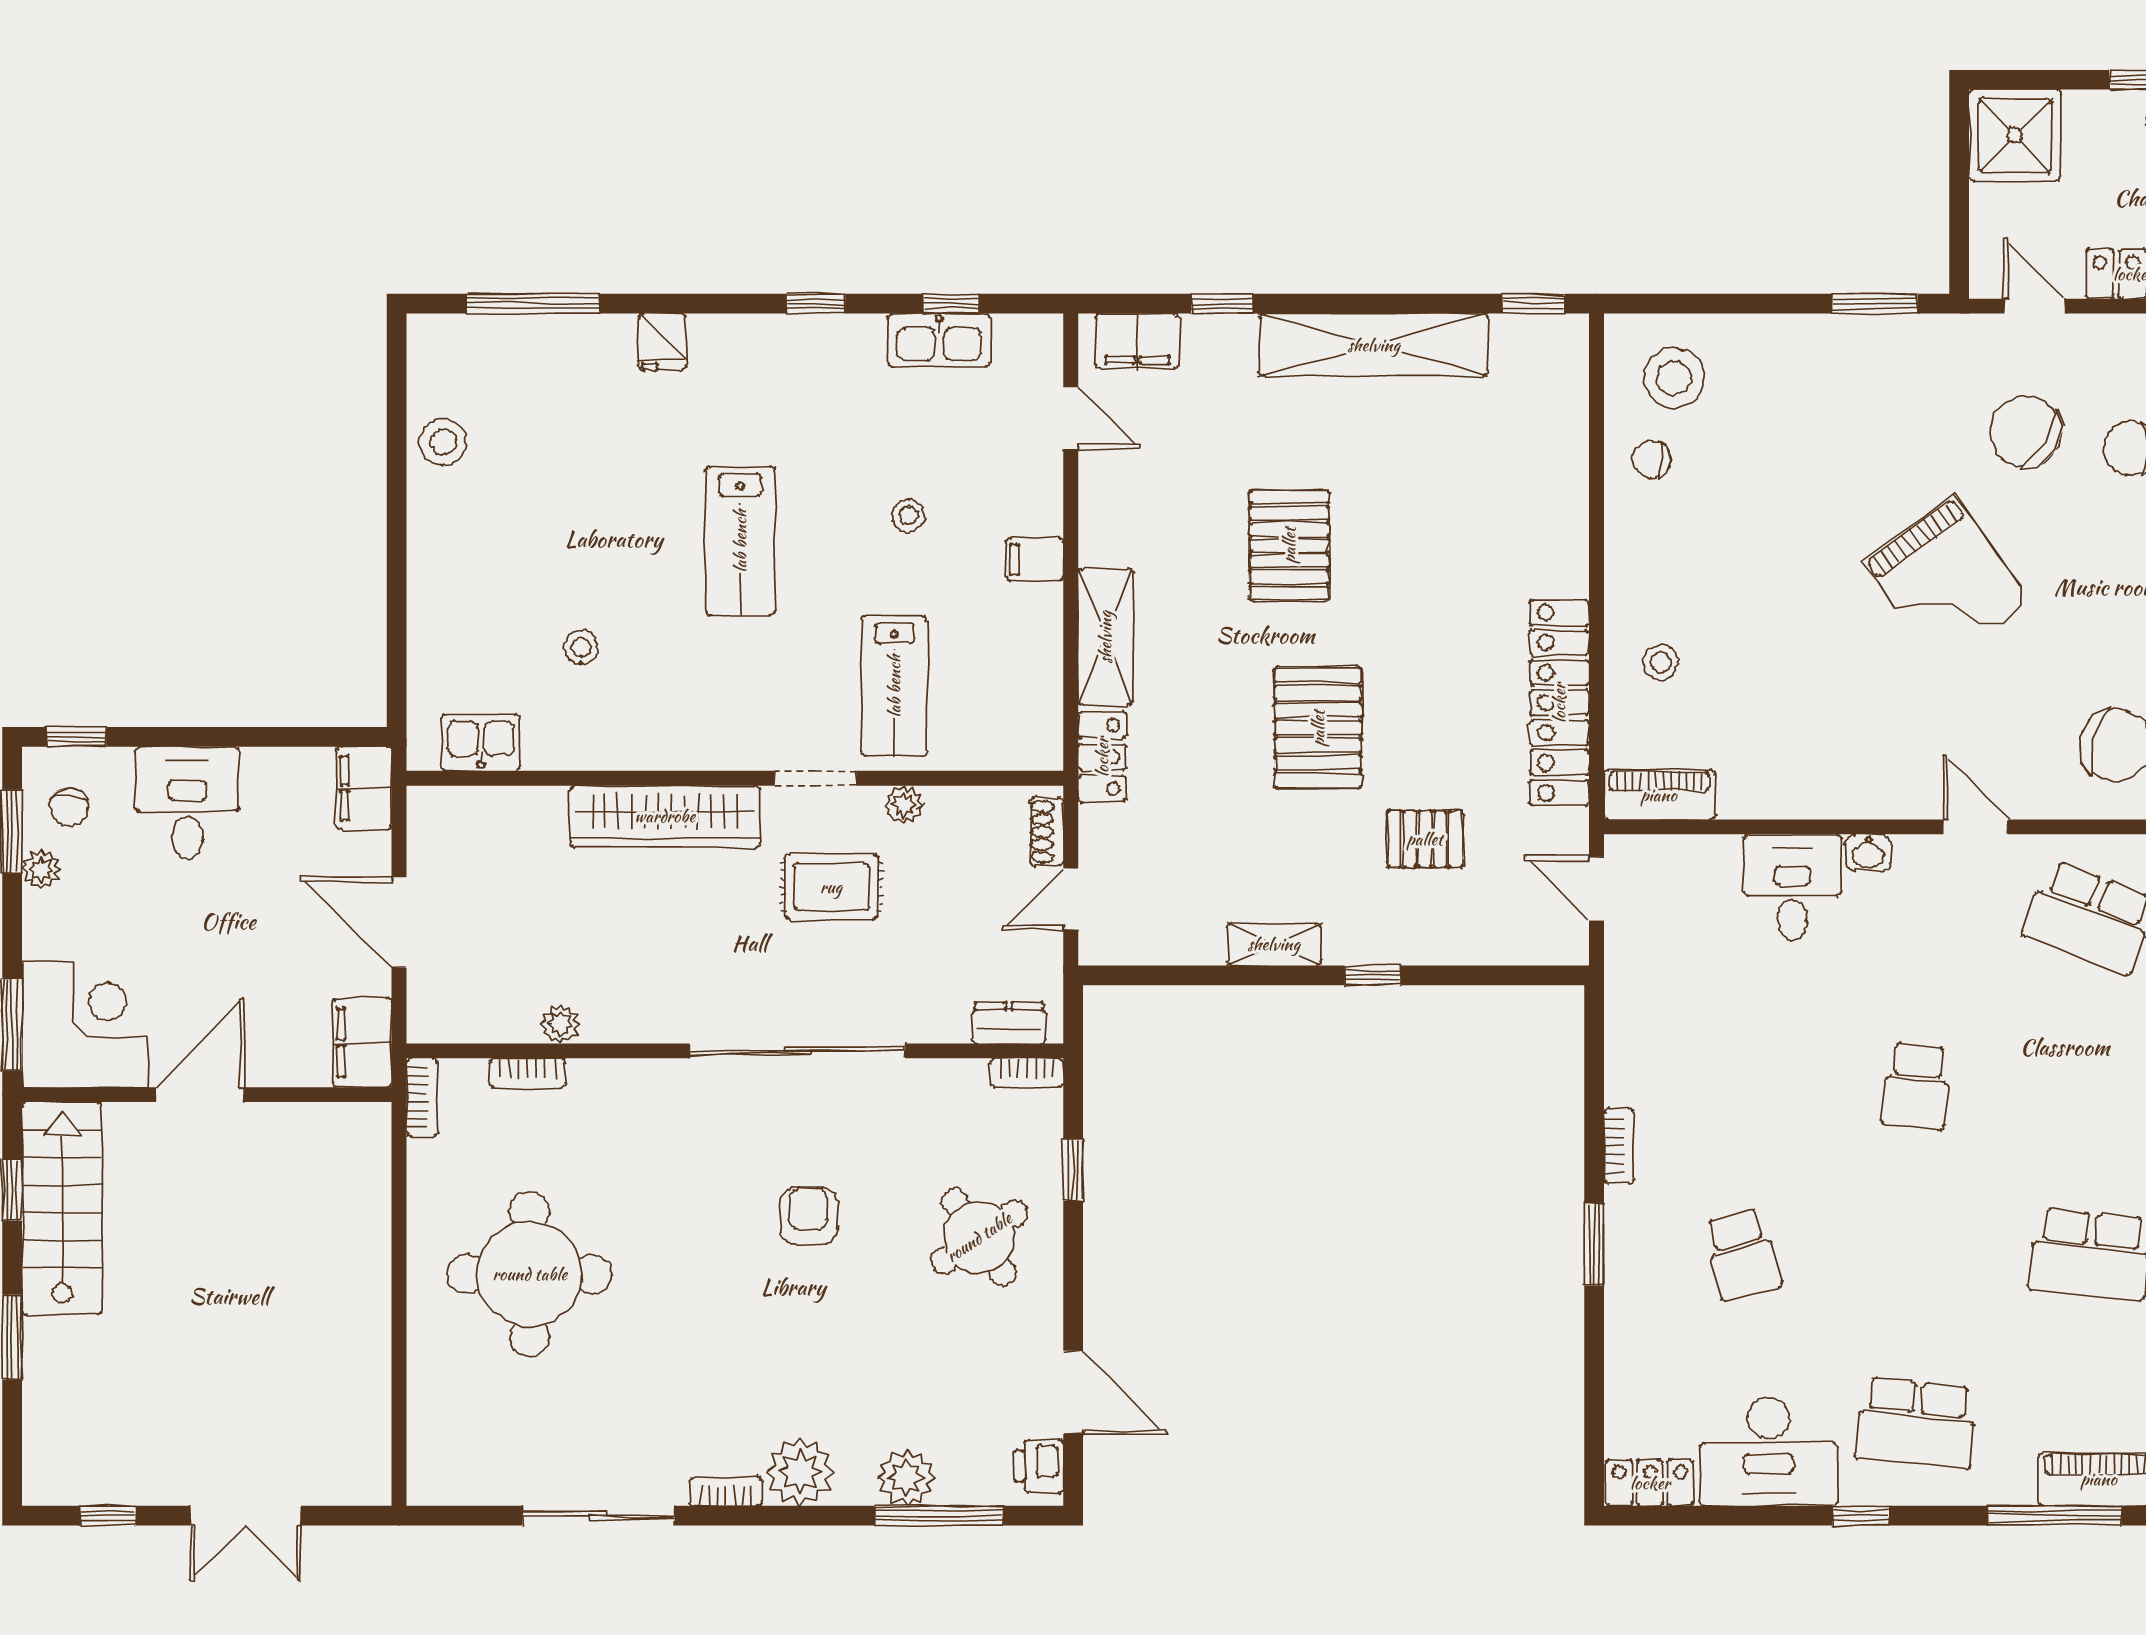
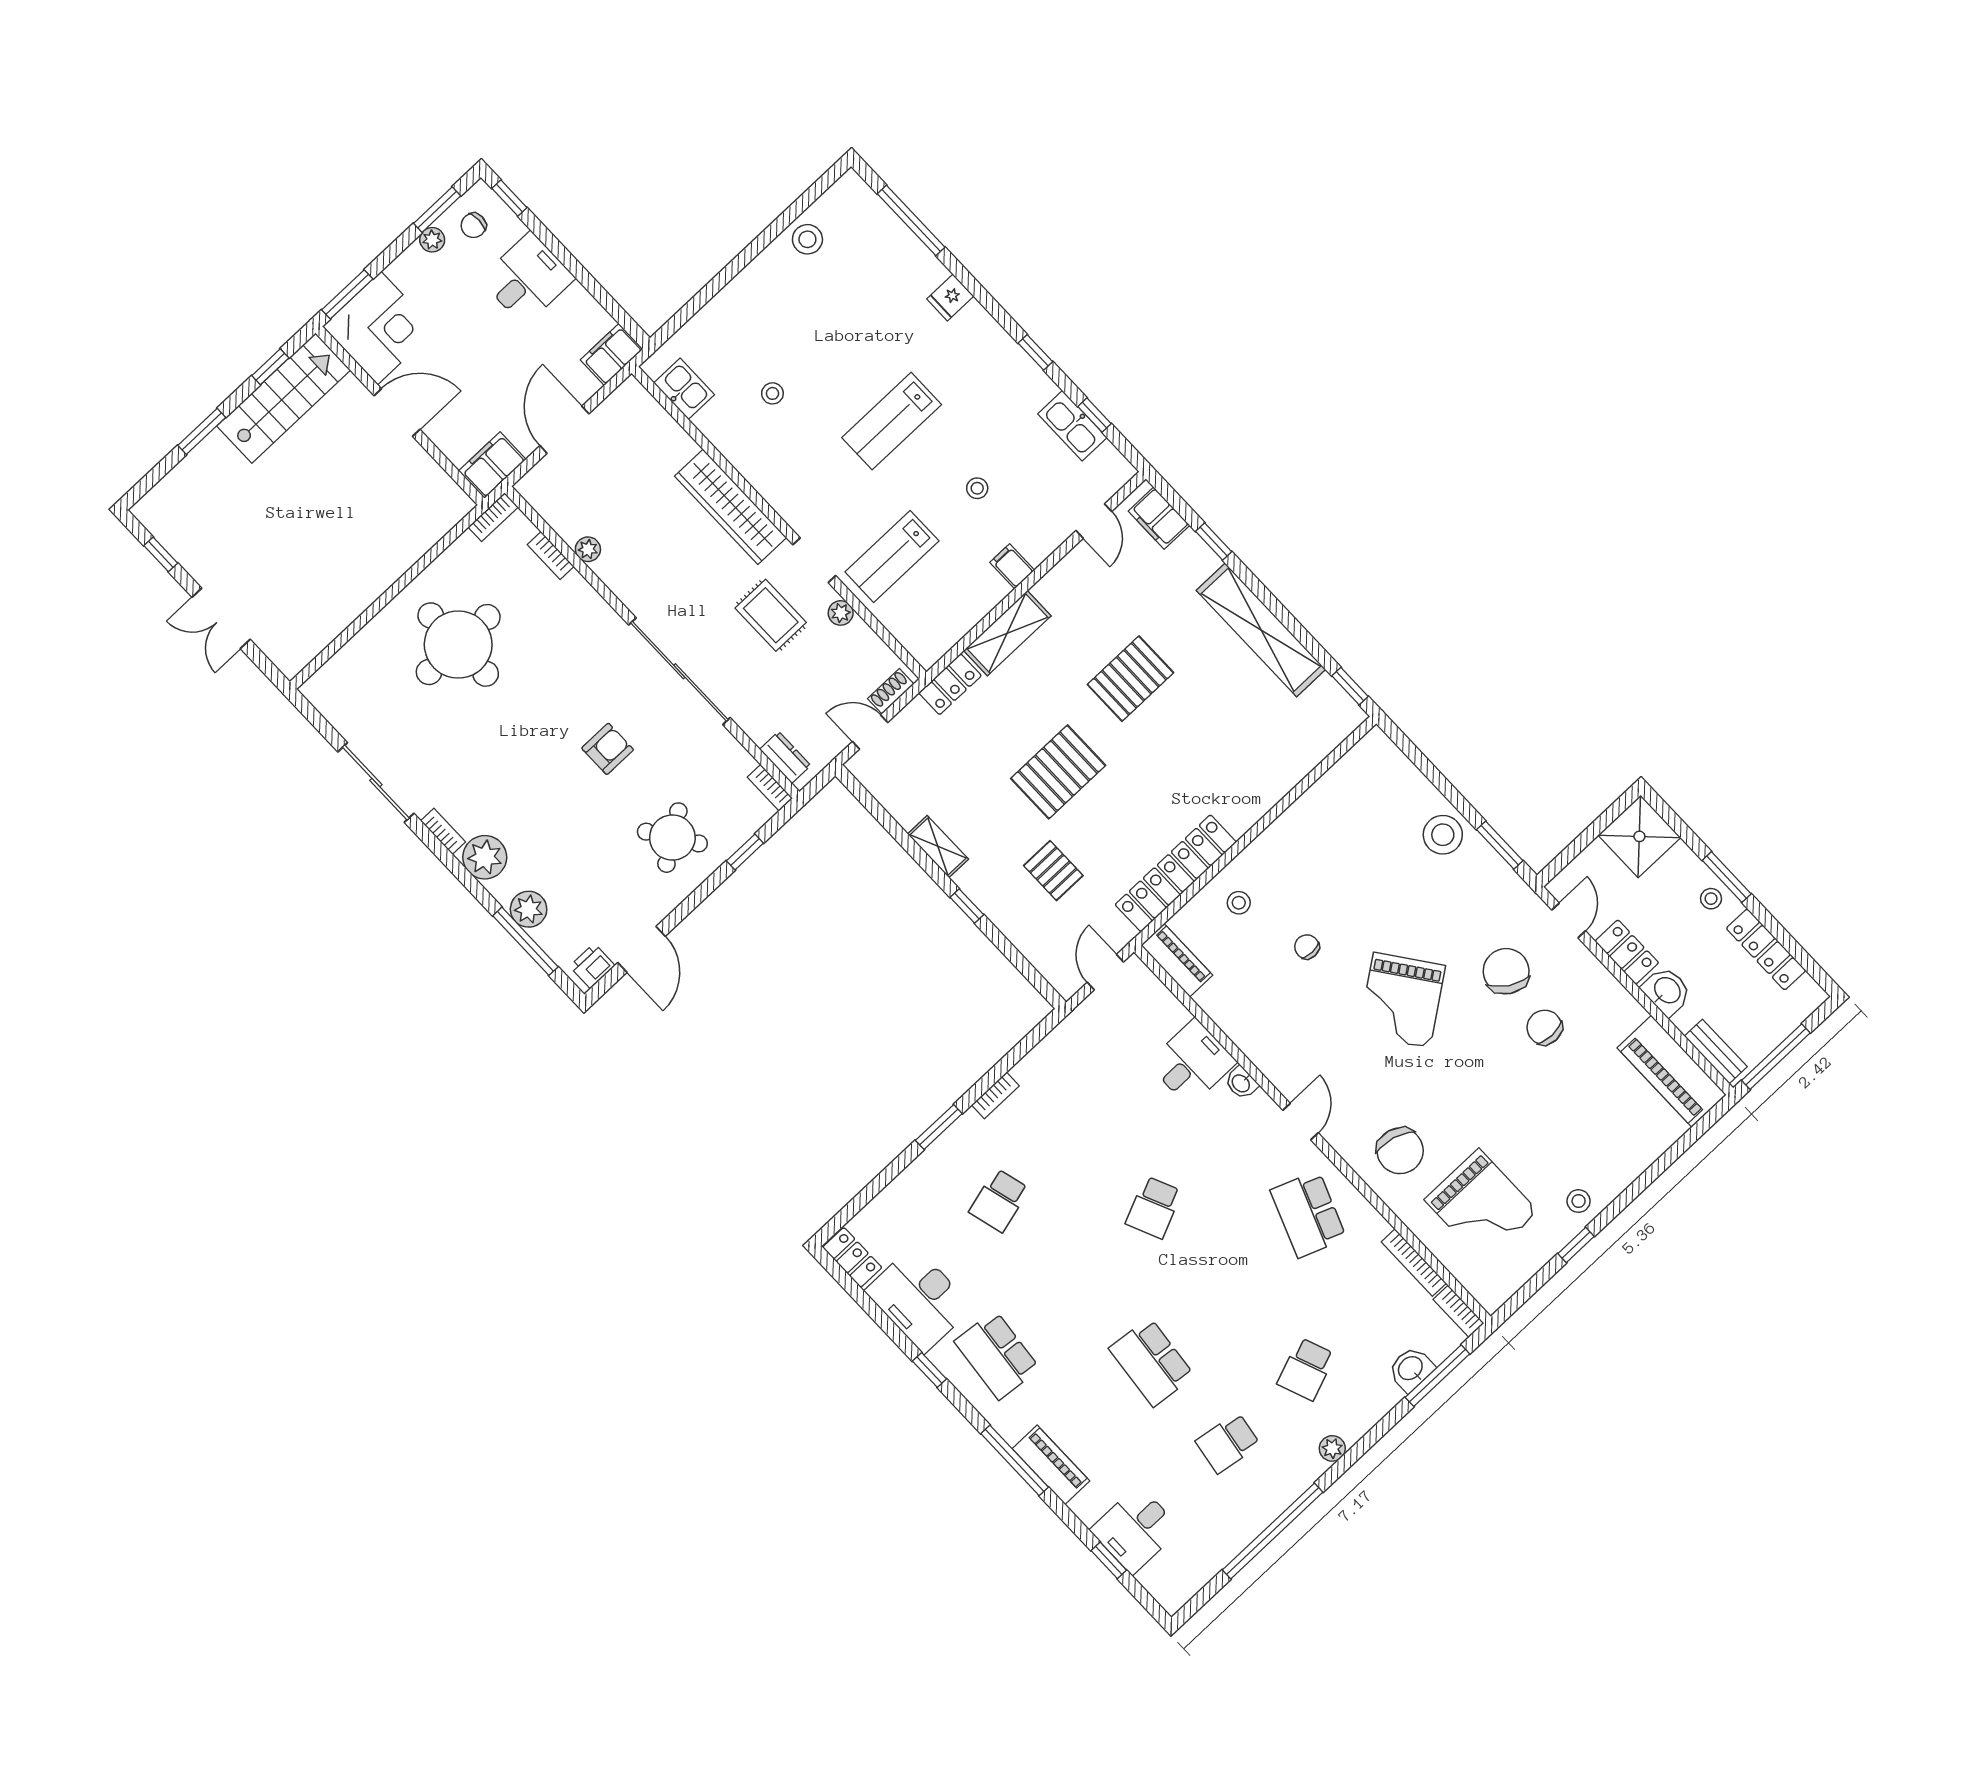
stool: (1674, 378) -> (1443, 835), moved
chair: (1652, 459) -> (1307, 947), moved
school desk: (1916, 1086) -> (1154, 1207), turned -30

